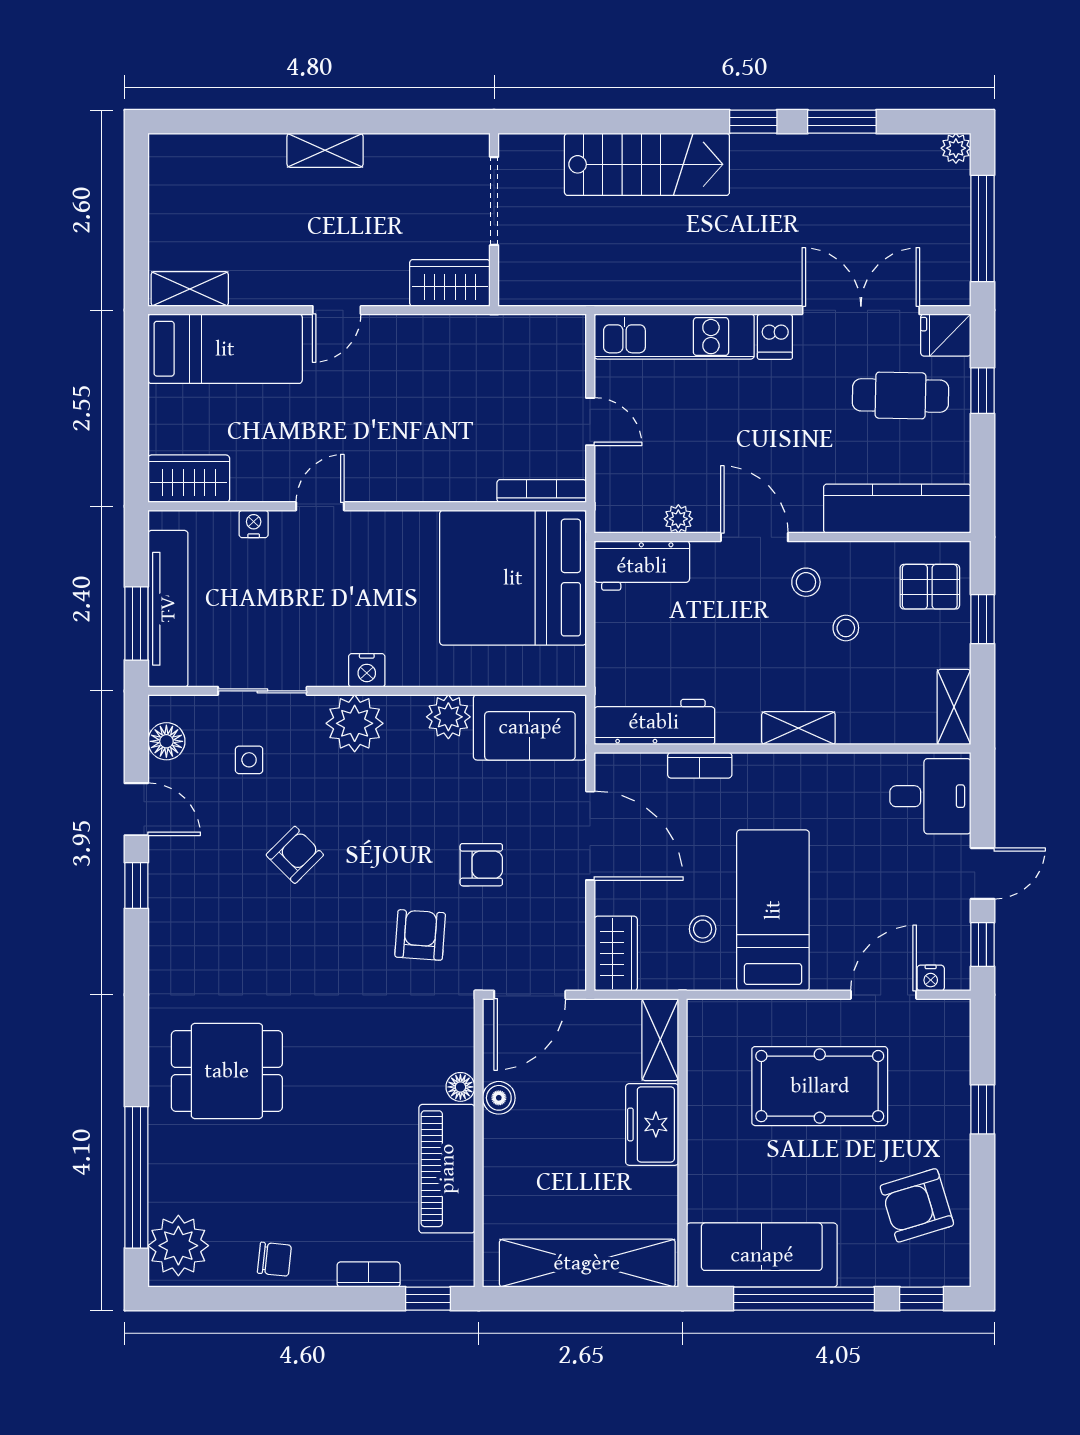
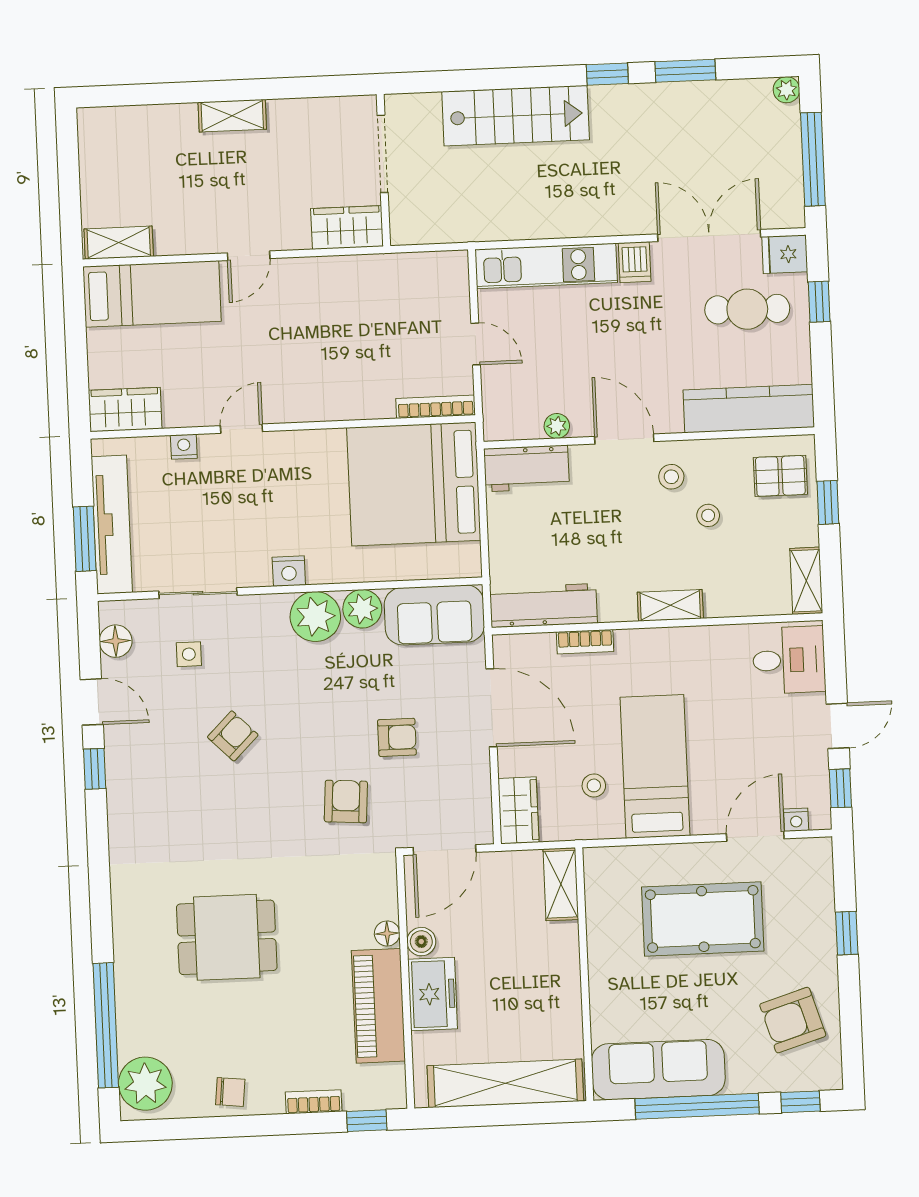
plant: (355, 723) -> (315, 617), moved
dining table: (227, 1071) -> (227, 937), moved
freezer: (652, 1124) -> (433, 994), moved, turned 180

